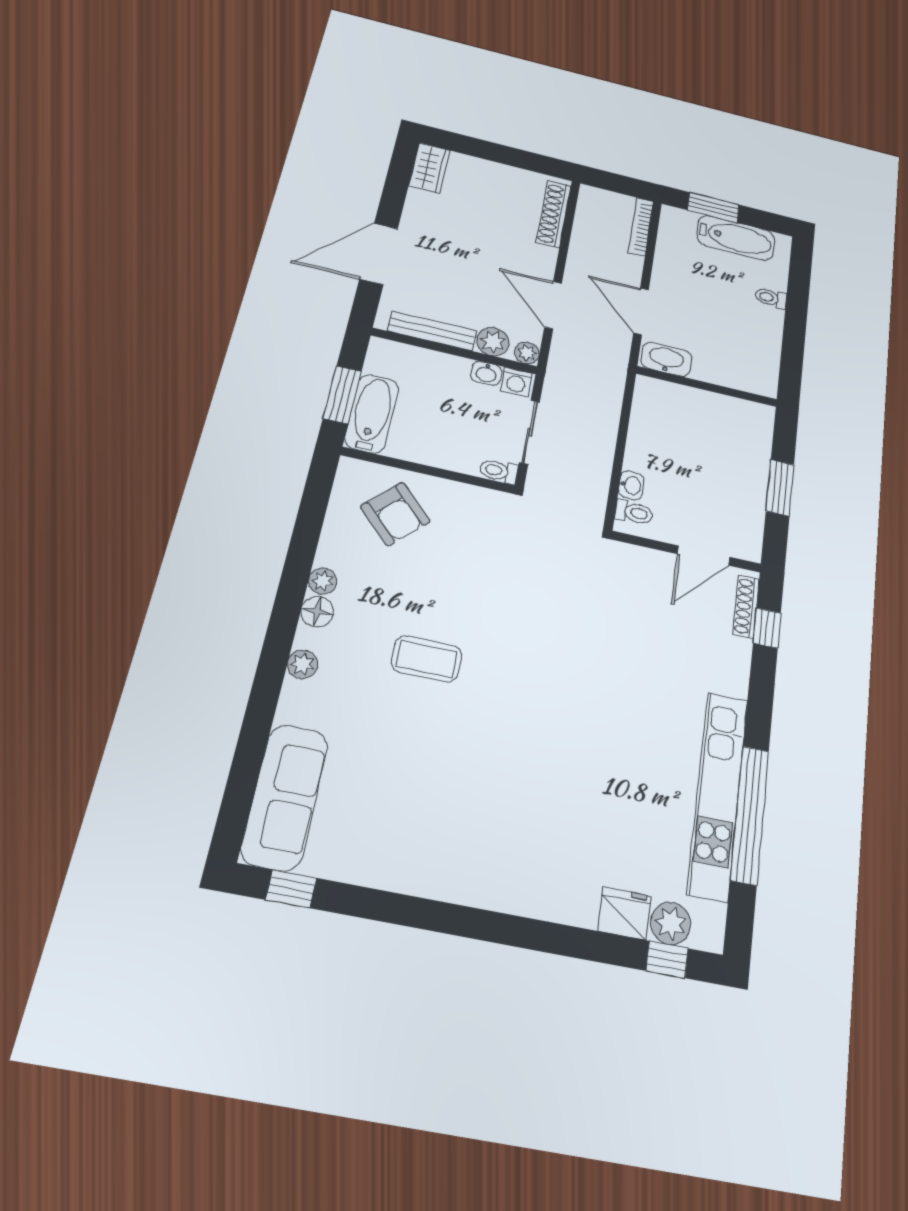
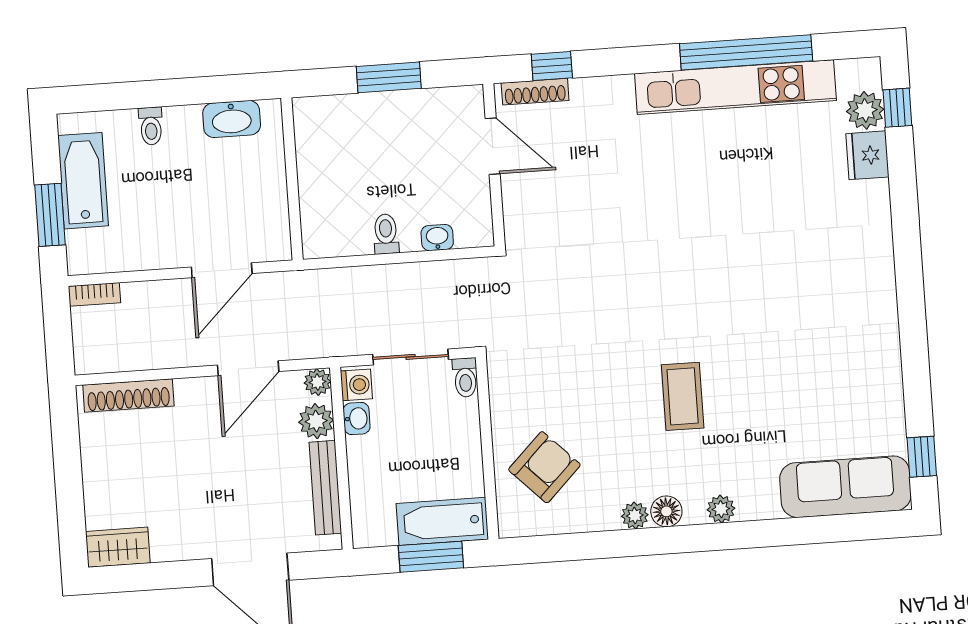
bookcase: (641, 227) -> (94, 294), width x0.64
washbasin: (666, 359) -> (232, 119), moved, turned -90
toilet: (634, 512) -> (386, 234), moved

